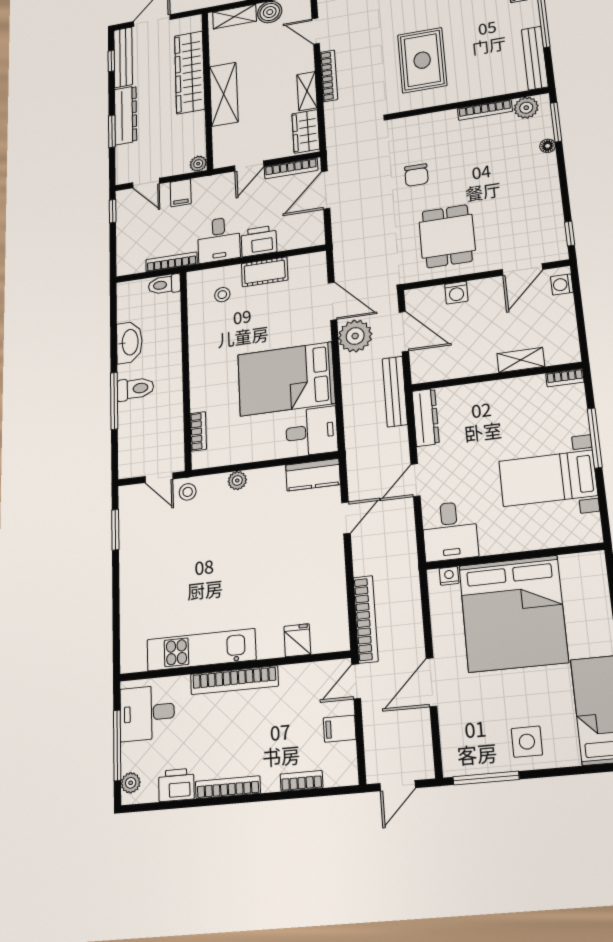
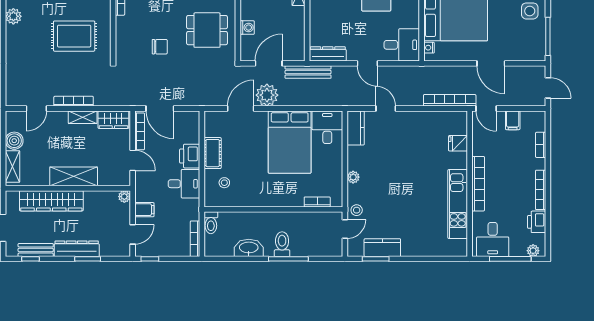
bench: (123, 57) -> (36, 250), width x0.73
bookcase: (171, 262) -> (195, 239), moved
kitchen counter: (132, 538) -> (382, 248), added

